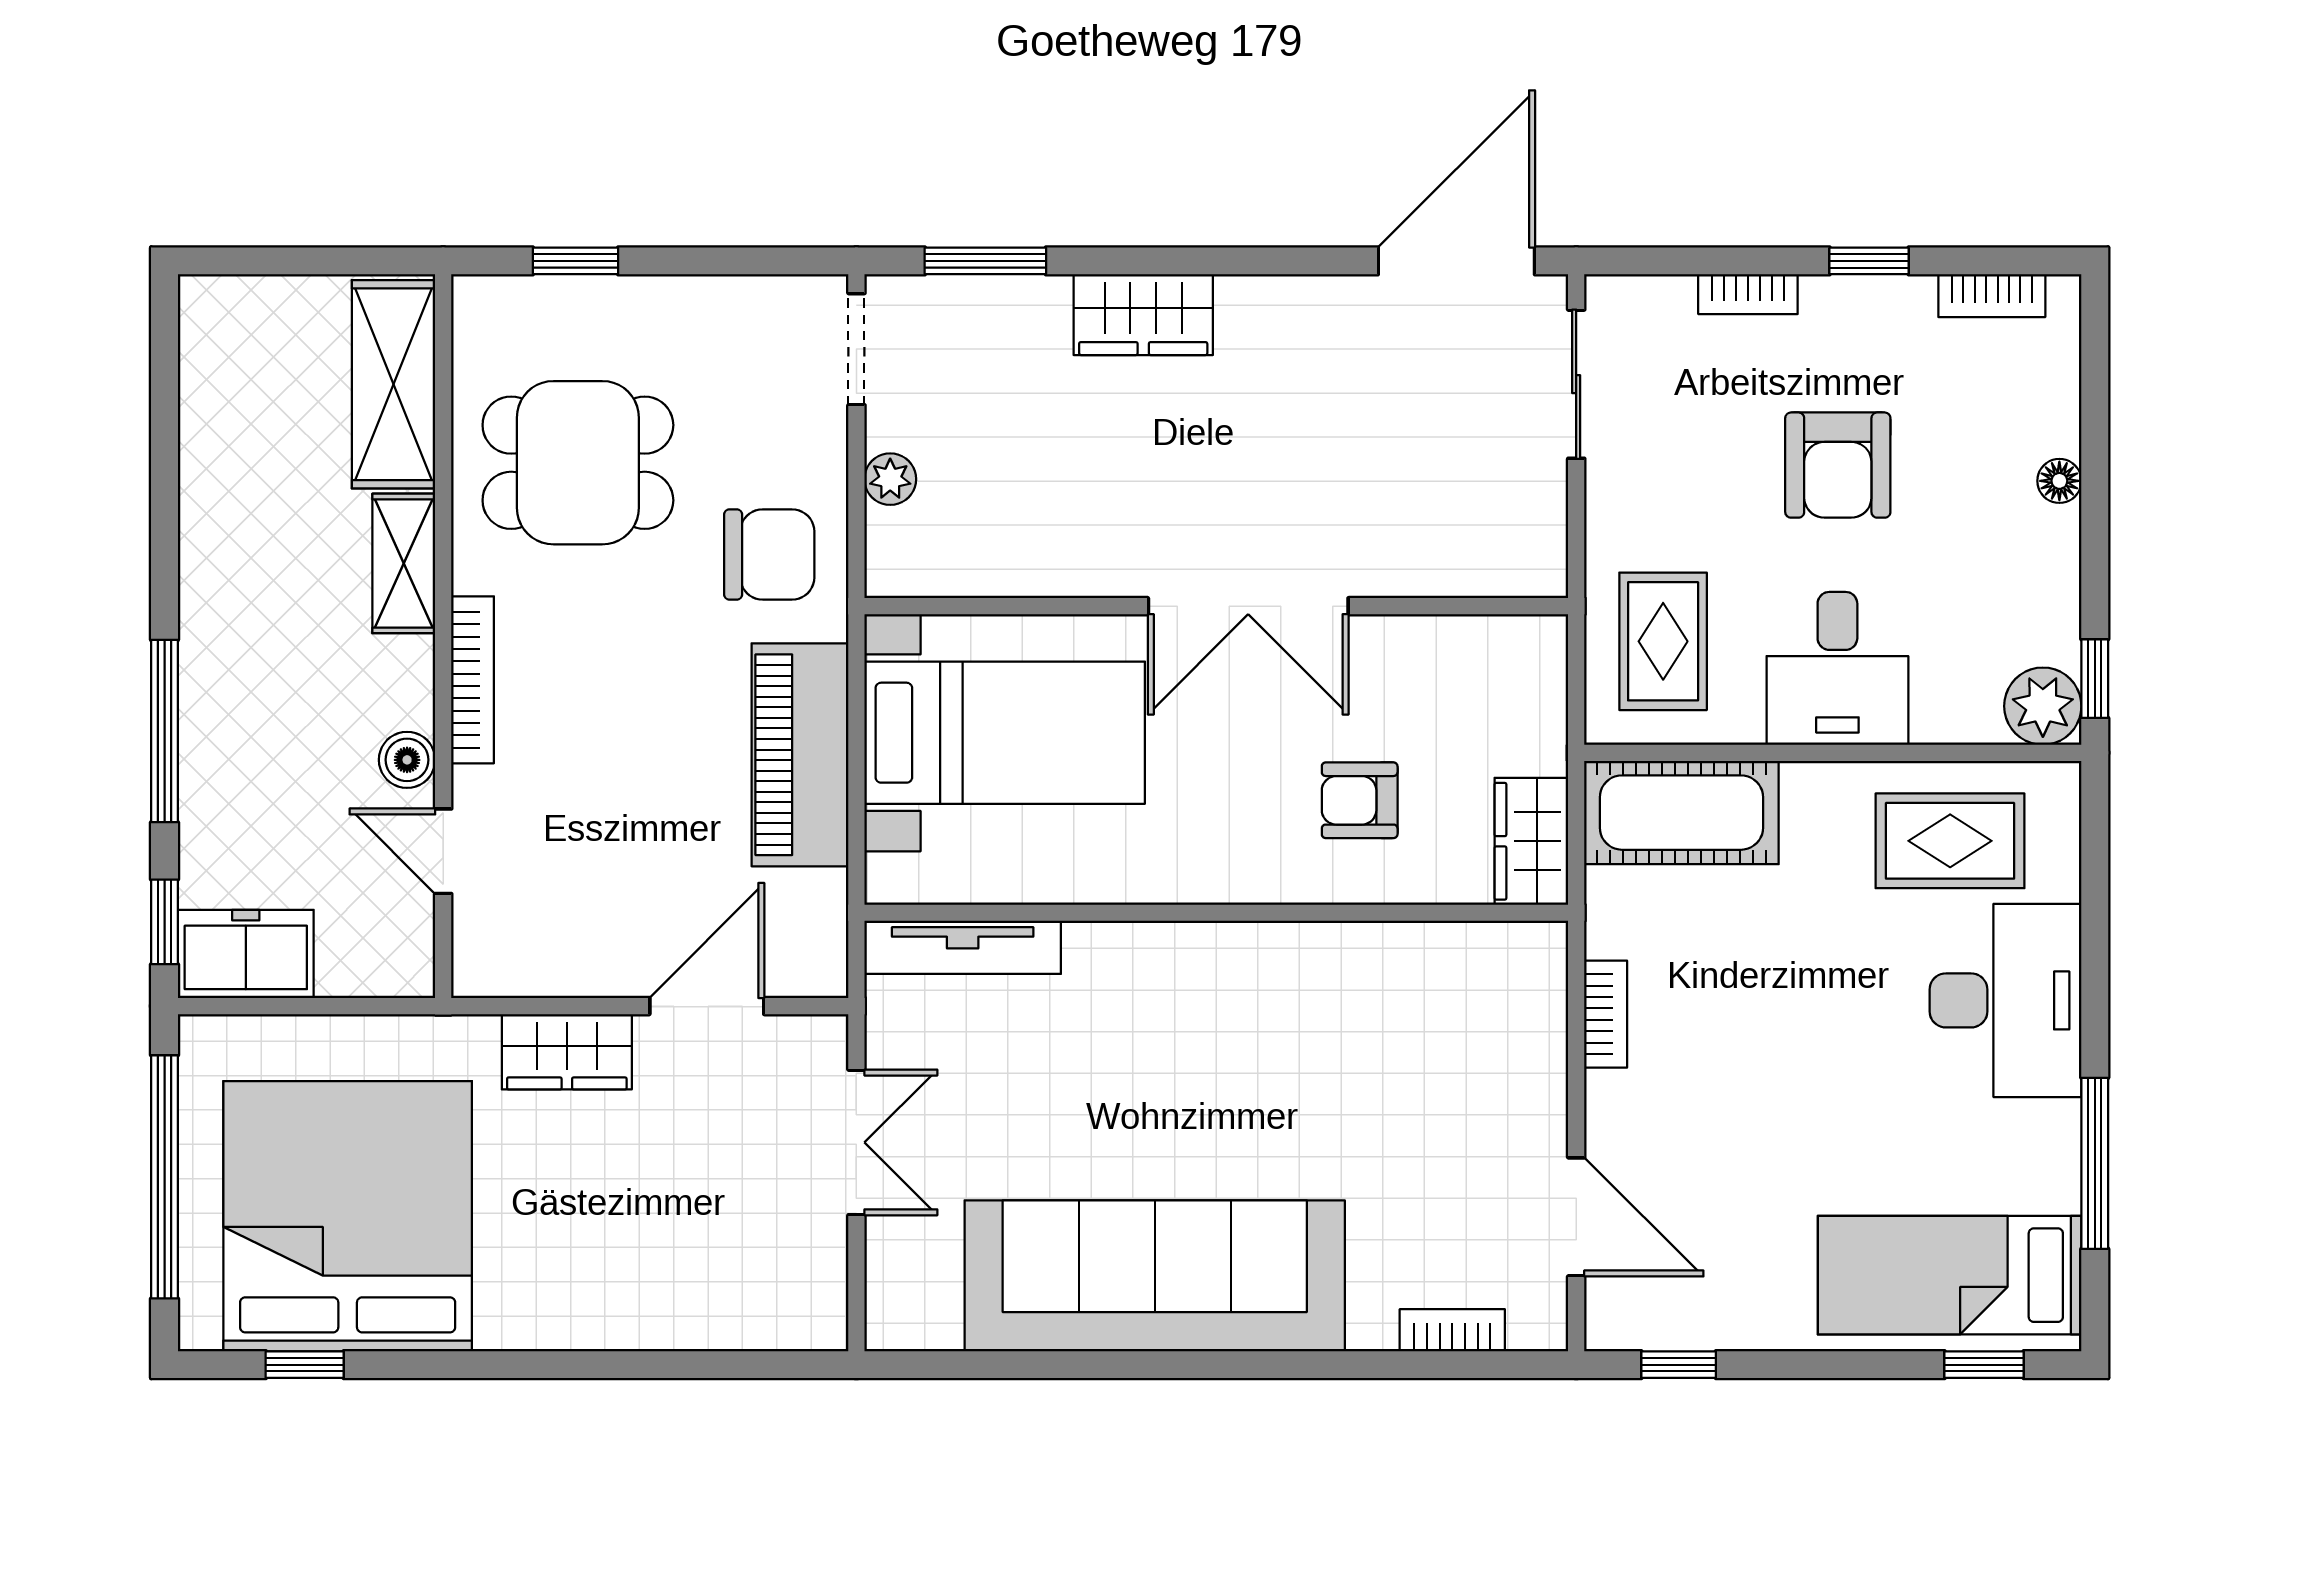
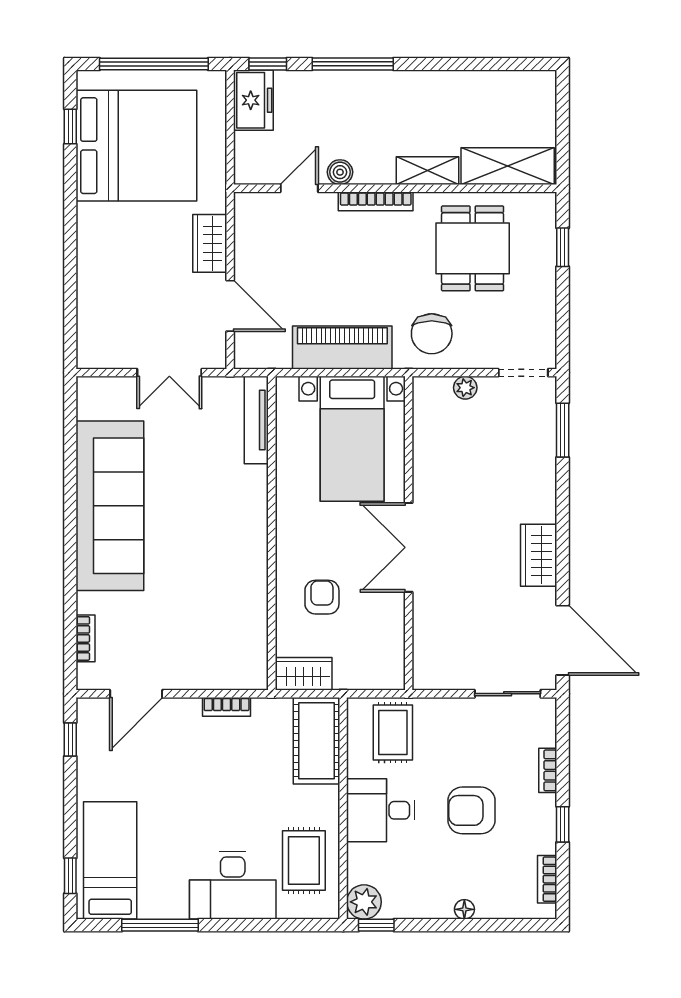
wardrobe: (1143, 315) -> (539, 555), moved
rug: (1663, 641) -> (393, 732), turned 90

